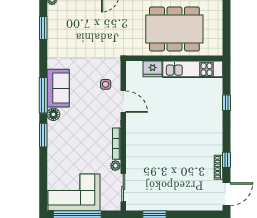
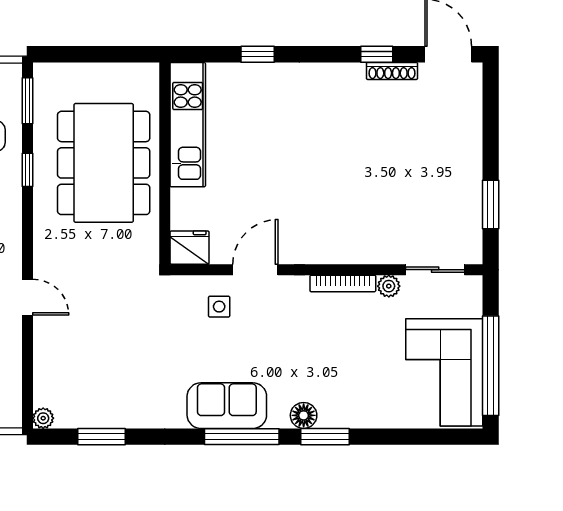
fridge: (153, 69) -> (190, 248), moved, turned -90
floor lamp: (53, 114) -> (304, 415), moved

